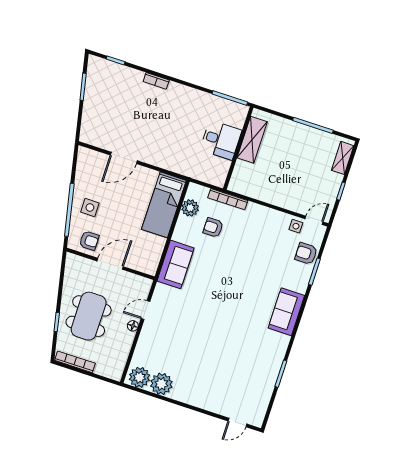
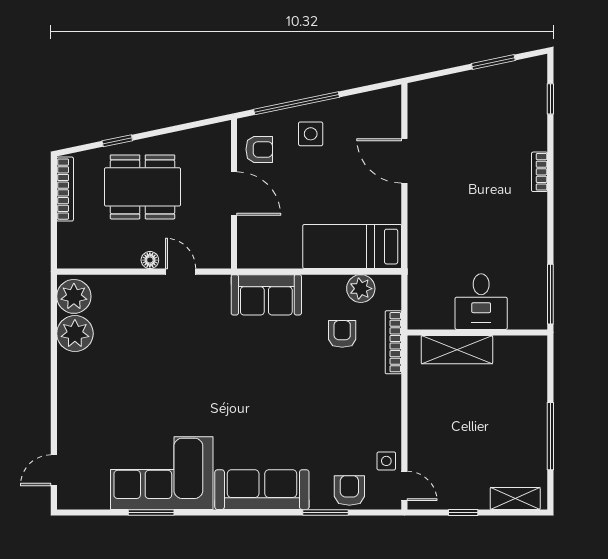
shelving: (252, 140) -> (457, 350), moved
armchair: (89, 241) -> (259, 149), turned -90
sofa: (286, 312) -> (262, 490), width x1.36
corner sofa: (260, 360) -> (162, 473), added
door: (237, 422) -> (54, 470), hinge flipped

